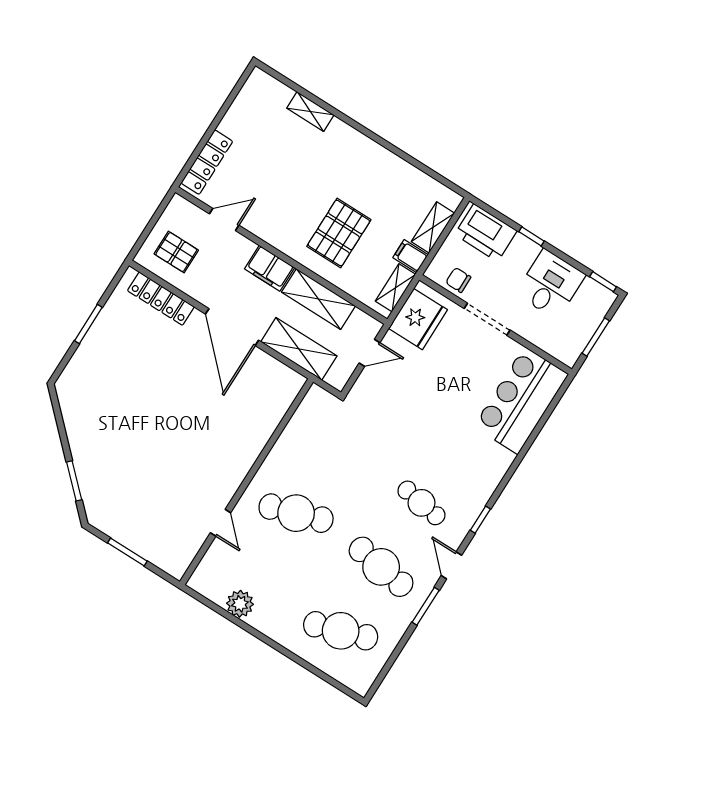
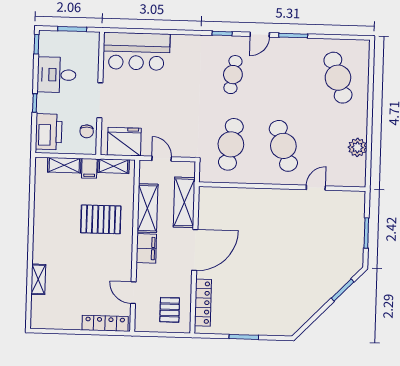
cafe table: (381, 567) -> (231, 144), moved

